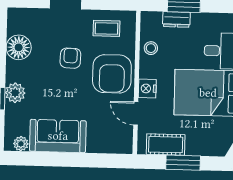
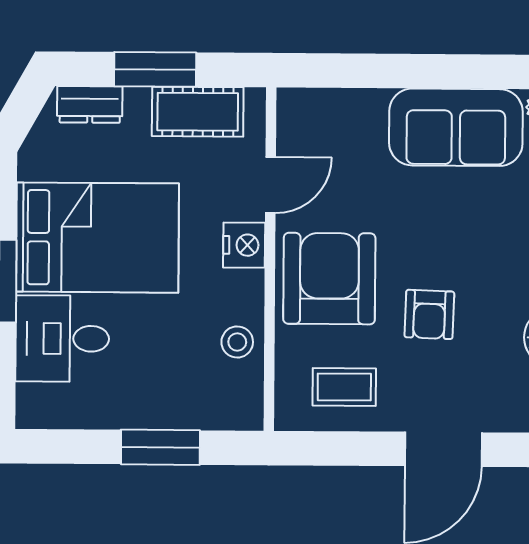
dresser: (176, 19) -> (90, 104), moved, turned 180
door: (136, 113) -> (271, 185), hinge flipped

